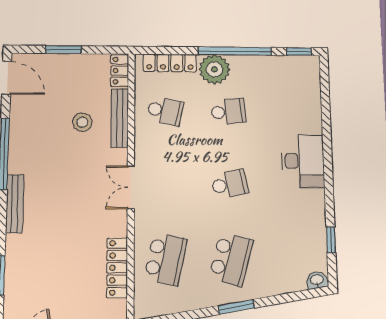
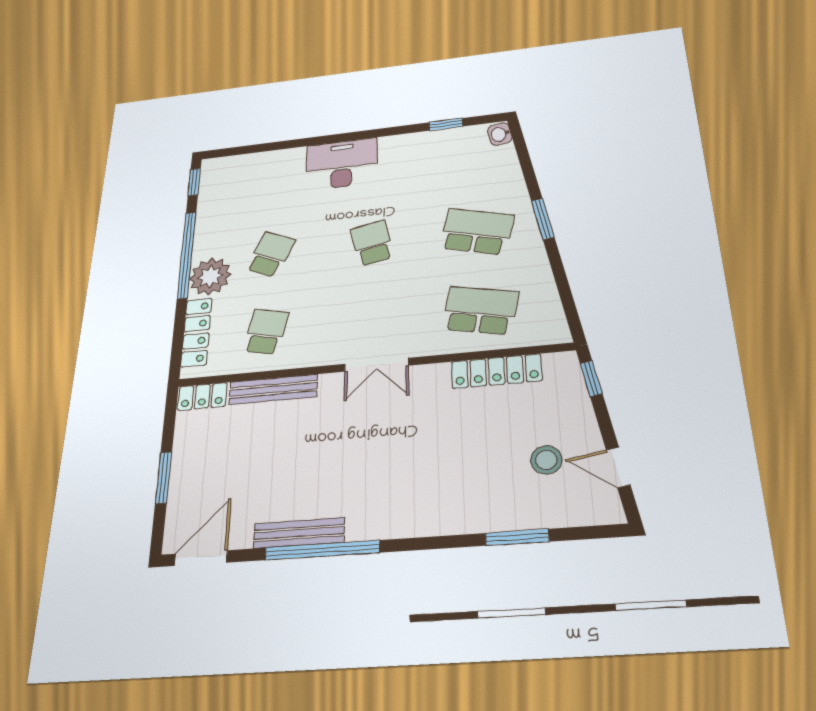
school desk: (228, 112) -> (271, 254), turned 30
stool: (82, 122) -> (546, 460), moved
bench: (15, 204) -> (299, 533), moved

